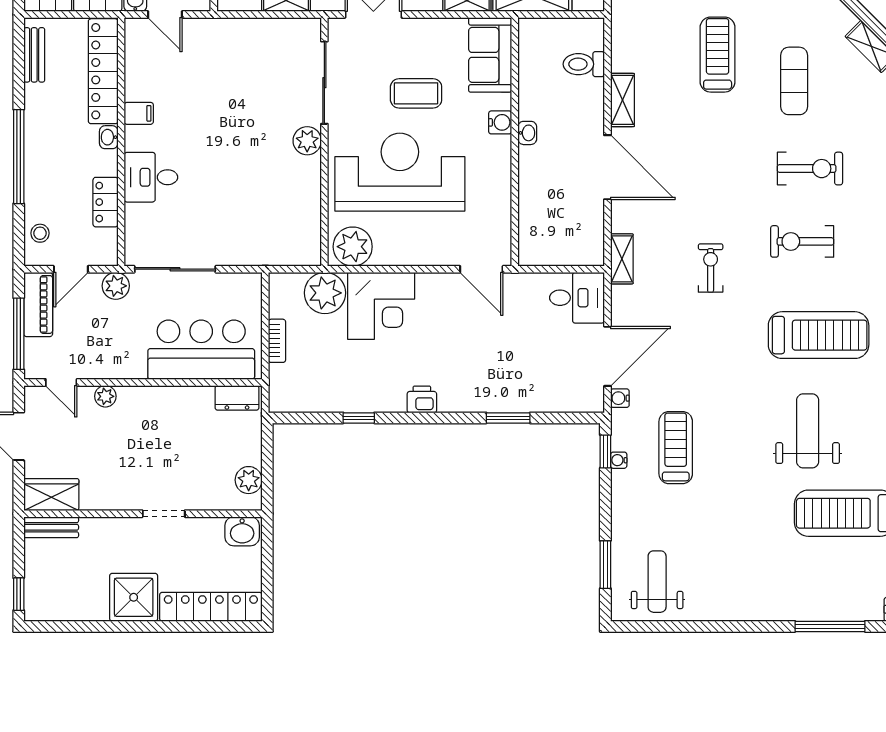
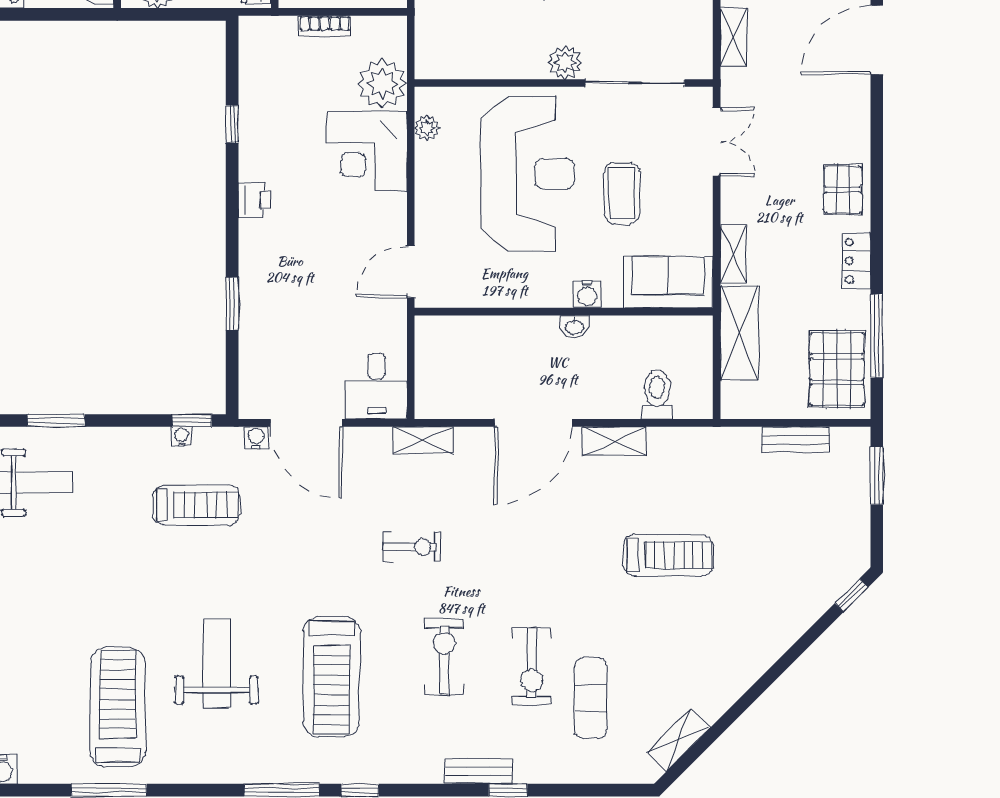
exercise mat: (794, 81) -> (591, 698), moved, turned 90
plant: (353, 247) -> (427, 128), width x0.53, depth x0.53
weight bench: (808, 431) -> (217, 663), turned -90

